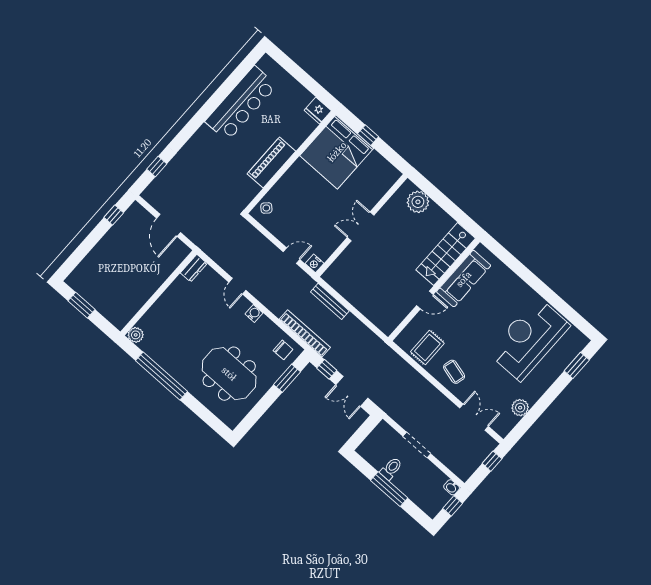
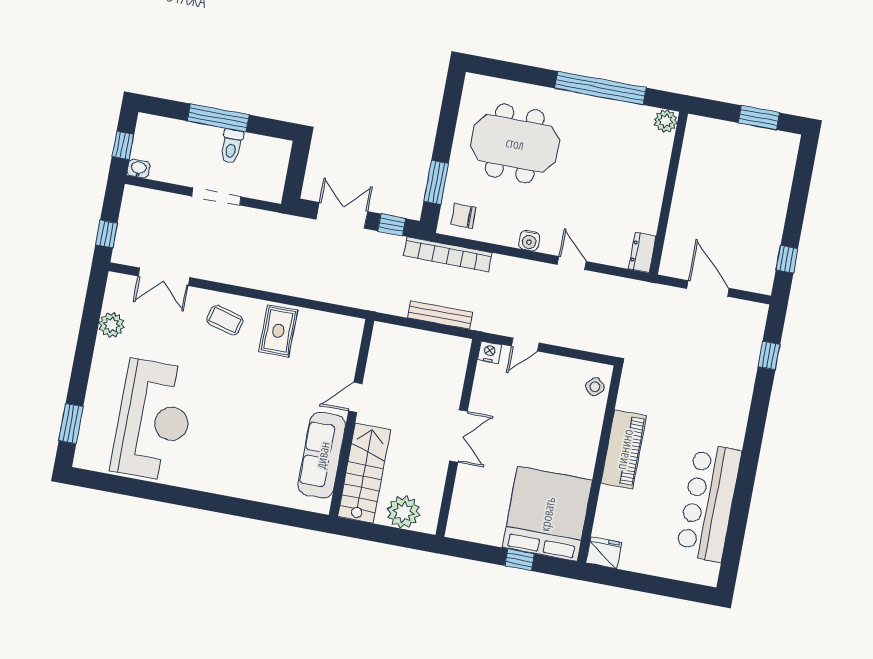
stairs: (446, 254) -> (364, 473), moved
sofa: (464, 279) -> (322, 455), moved
wall: (434, 290) -> (352, 418), moved
door: (425, 300) -> (355, 397), moved

